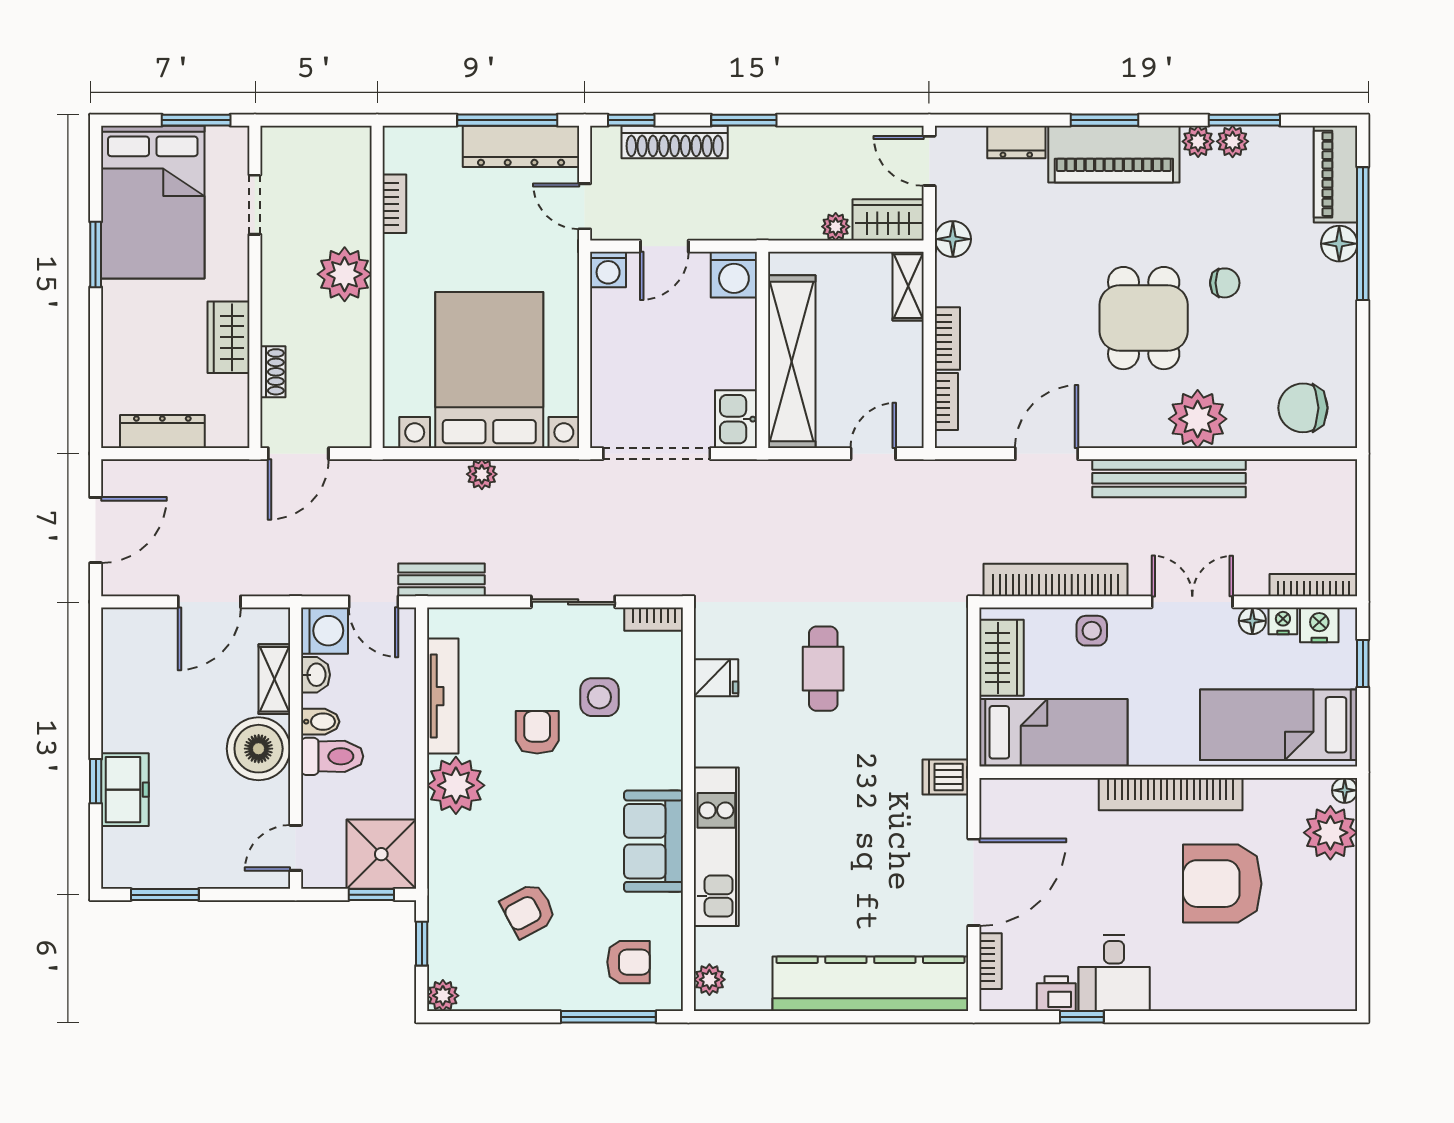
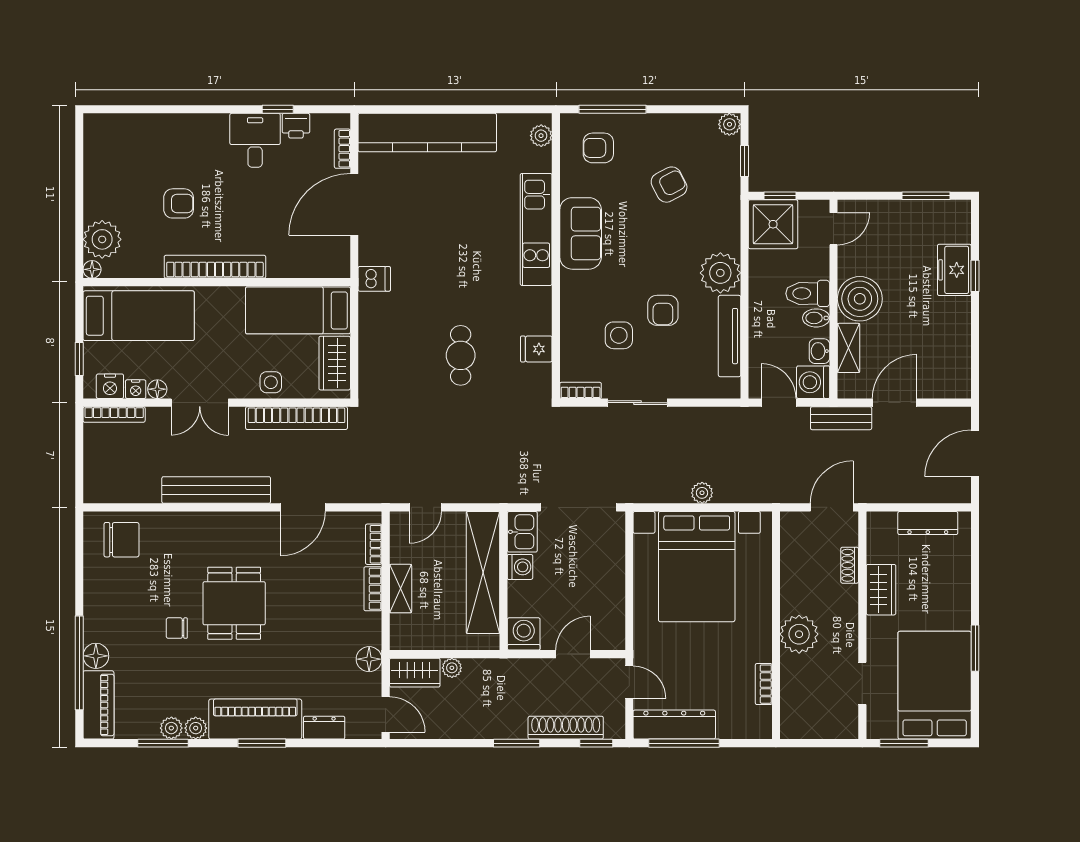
washing machine: (608, 269) -> (520, 567), moved, turned 90
shelving: (908, 286) -> (401, 589), moved
plant: (1198, 419) -> (196, 532), removed
bench: (441, 580) -> (841, 418), moved
armchair: (1222, 884) -> (179, 203), width x0.53, depth x0.53

